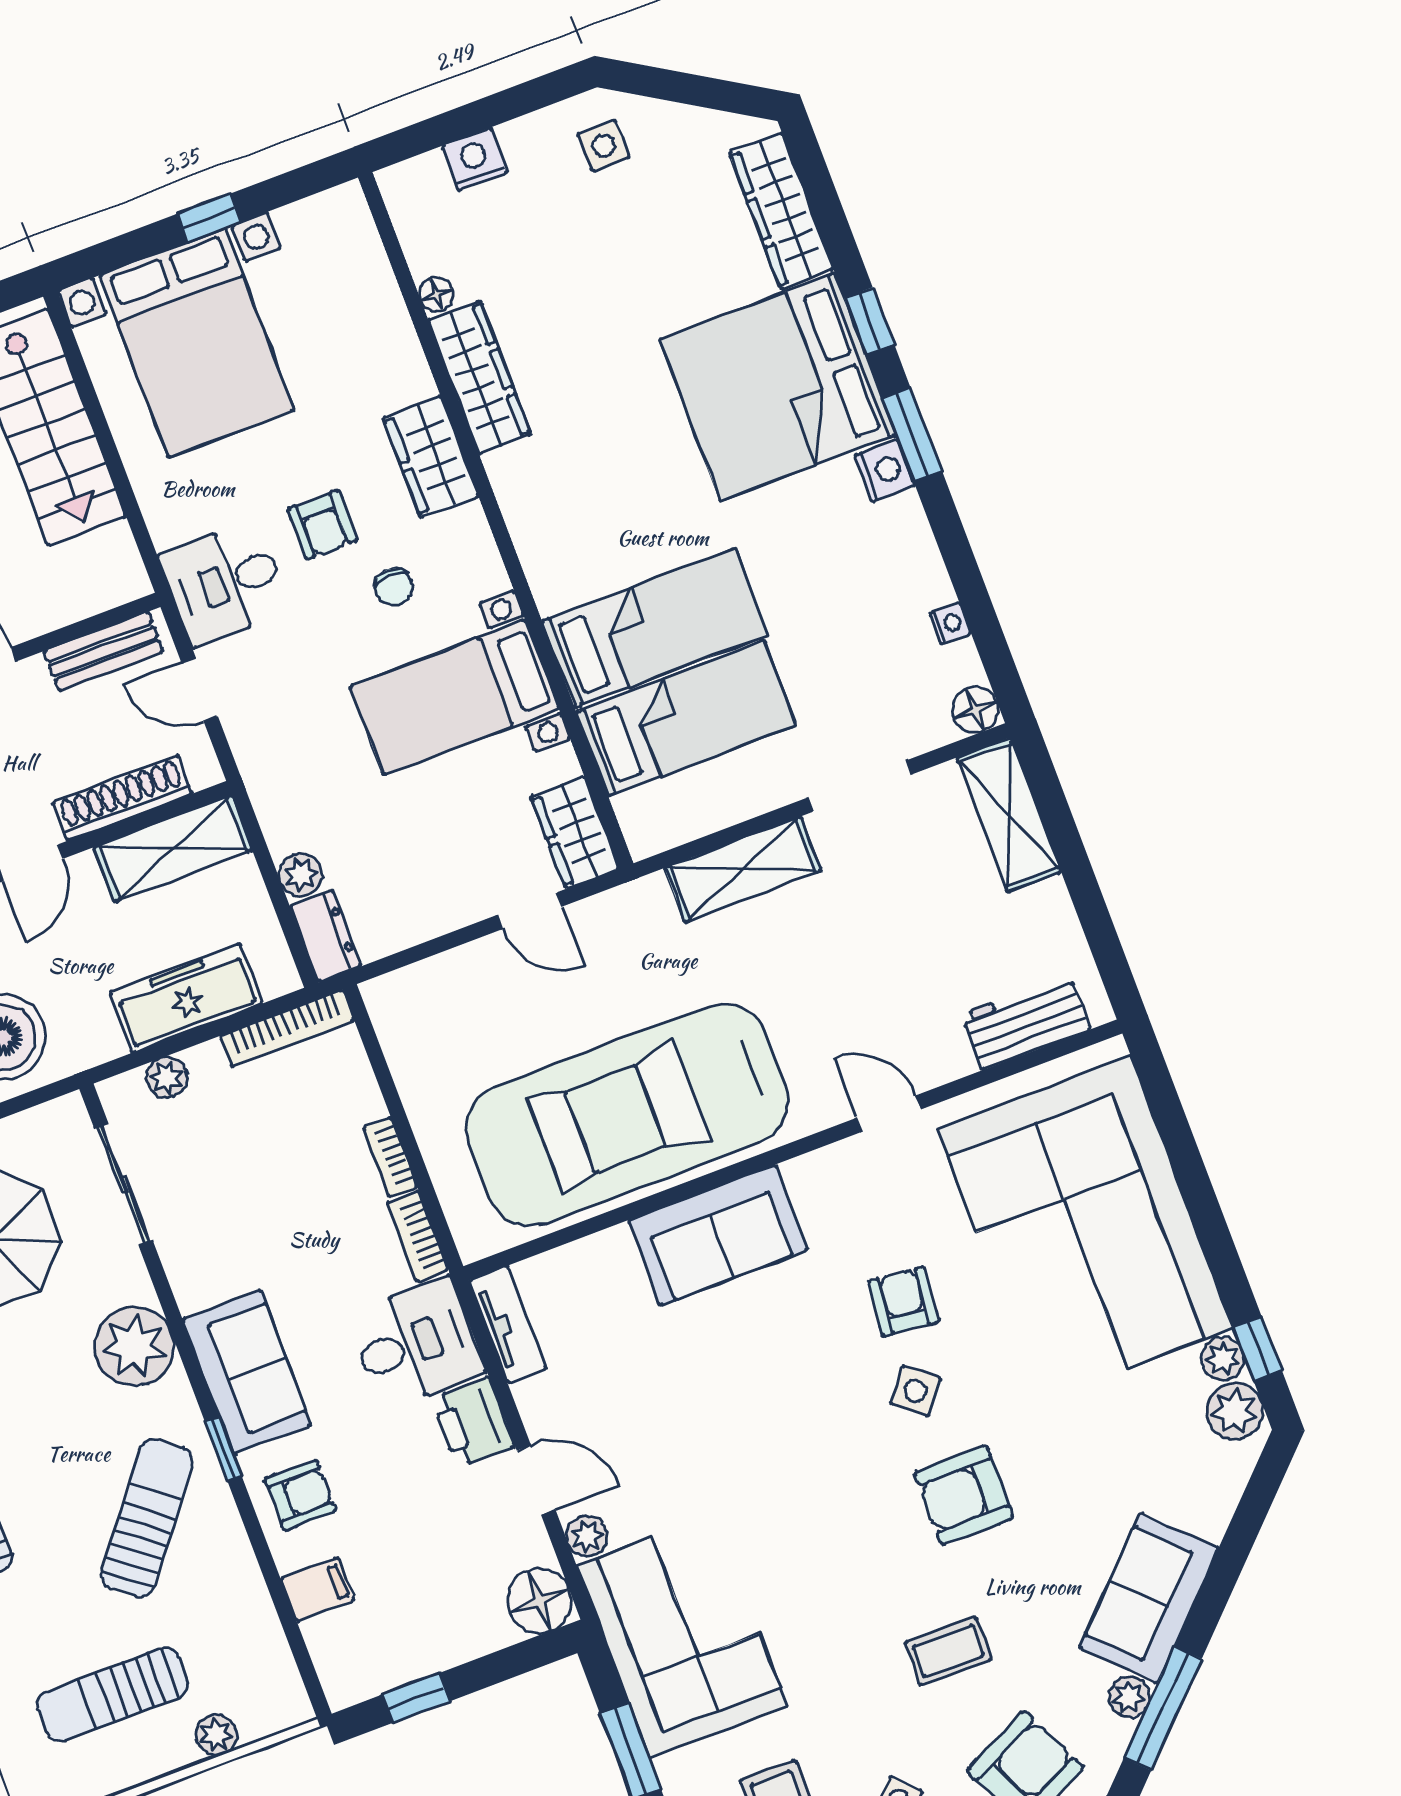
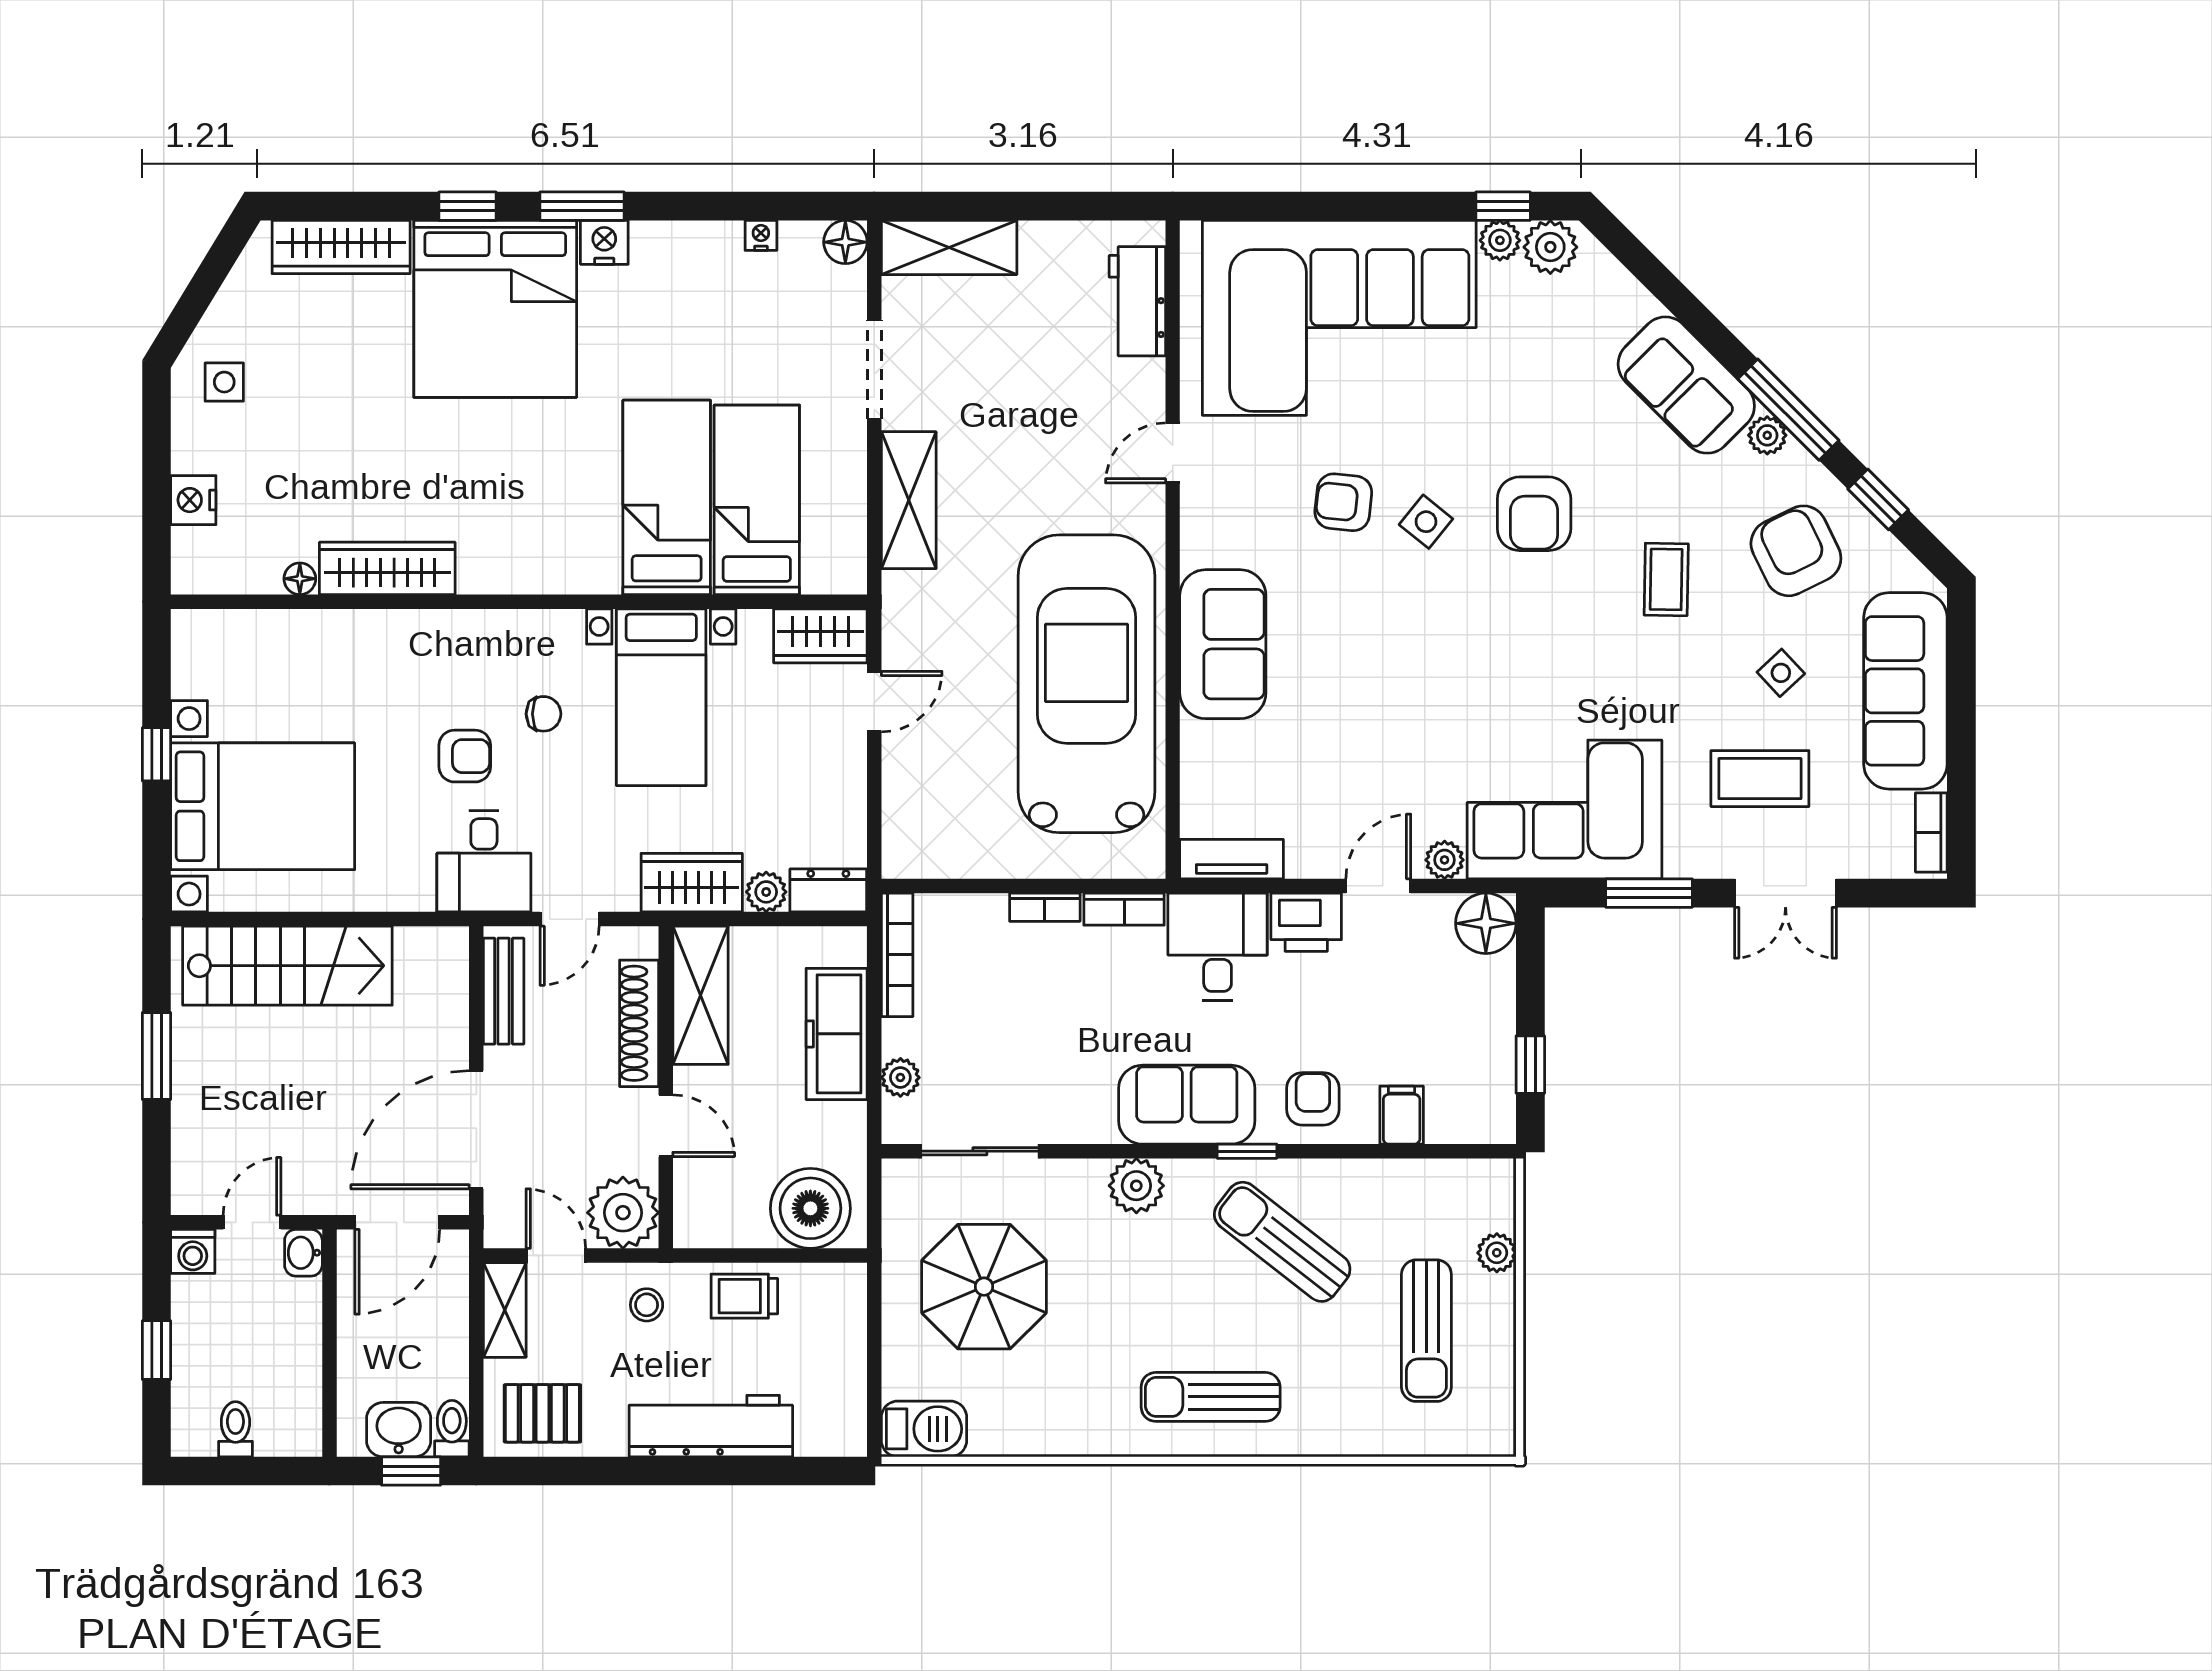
wardrobe: (430, 457) -> (692, 883), moved, turned 180
car: (627, 1115) -> (1086, 684), turned 180
plant: (134, 1346) -> (1136, 1186), width x0.73, depth x0.73

